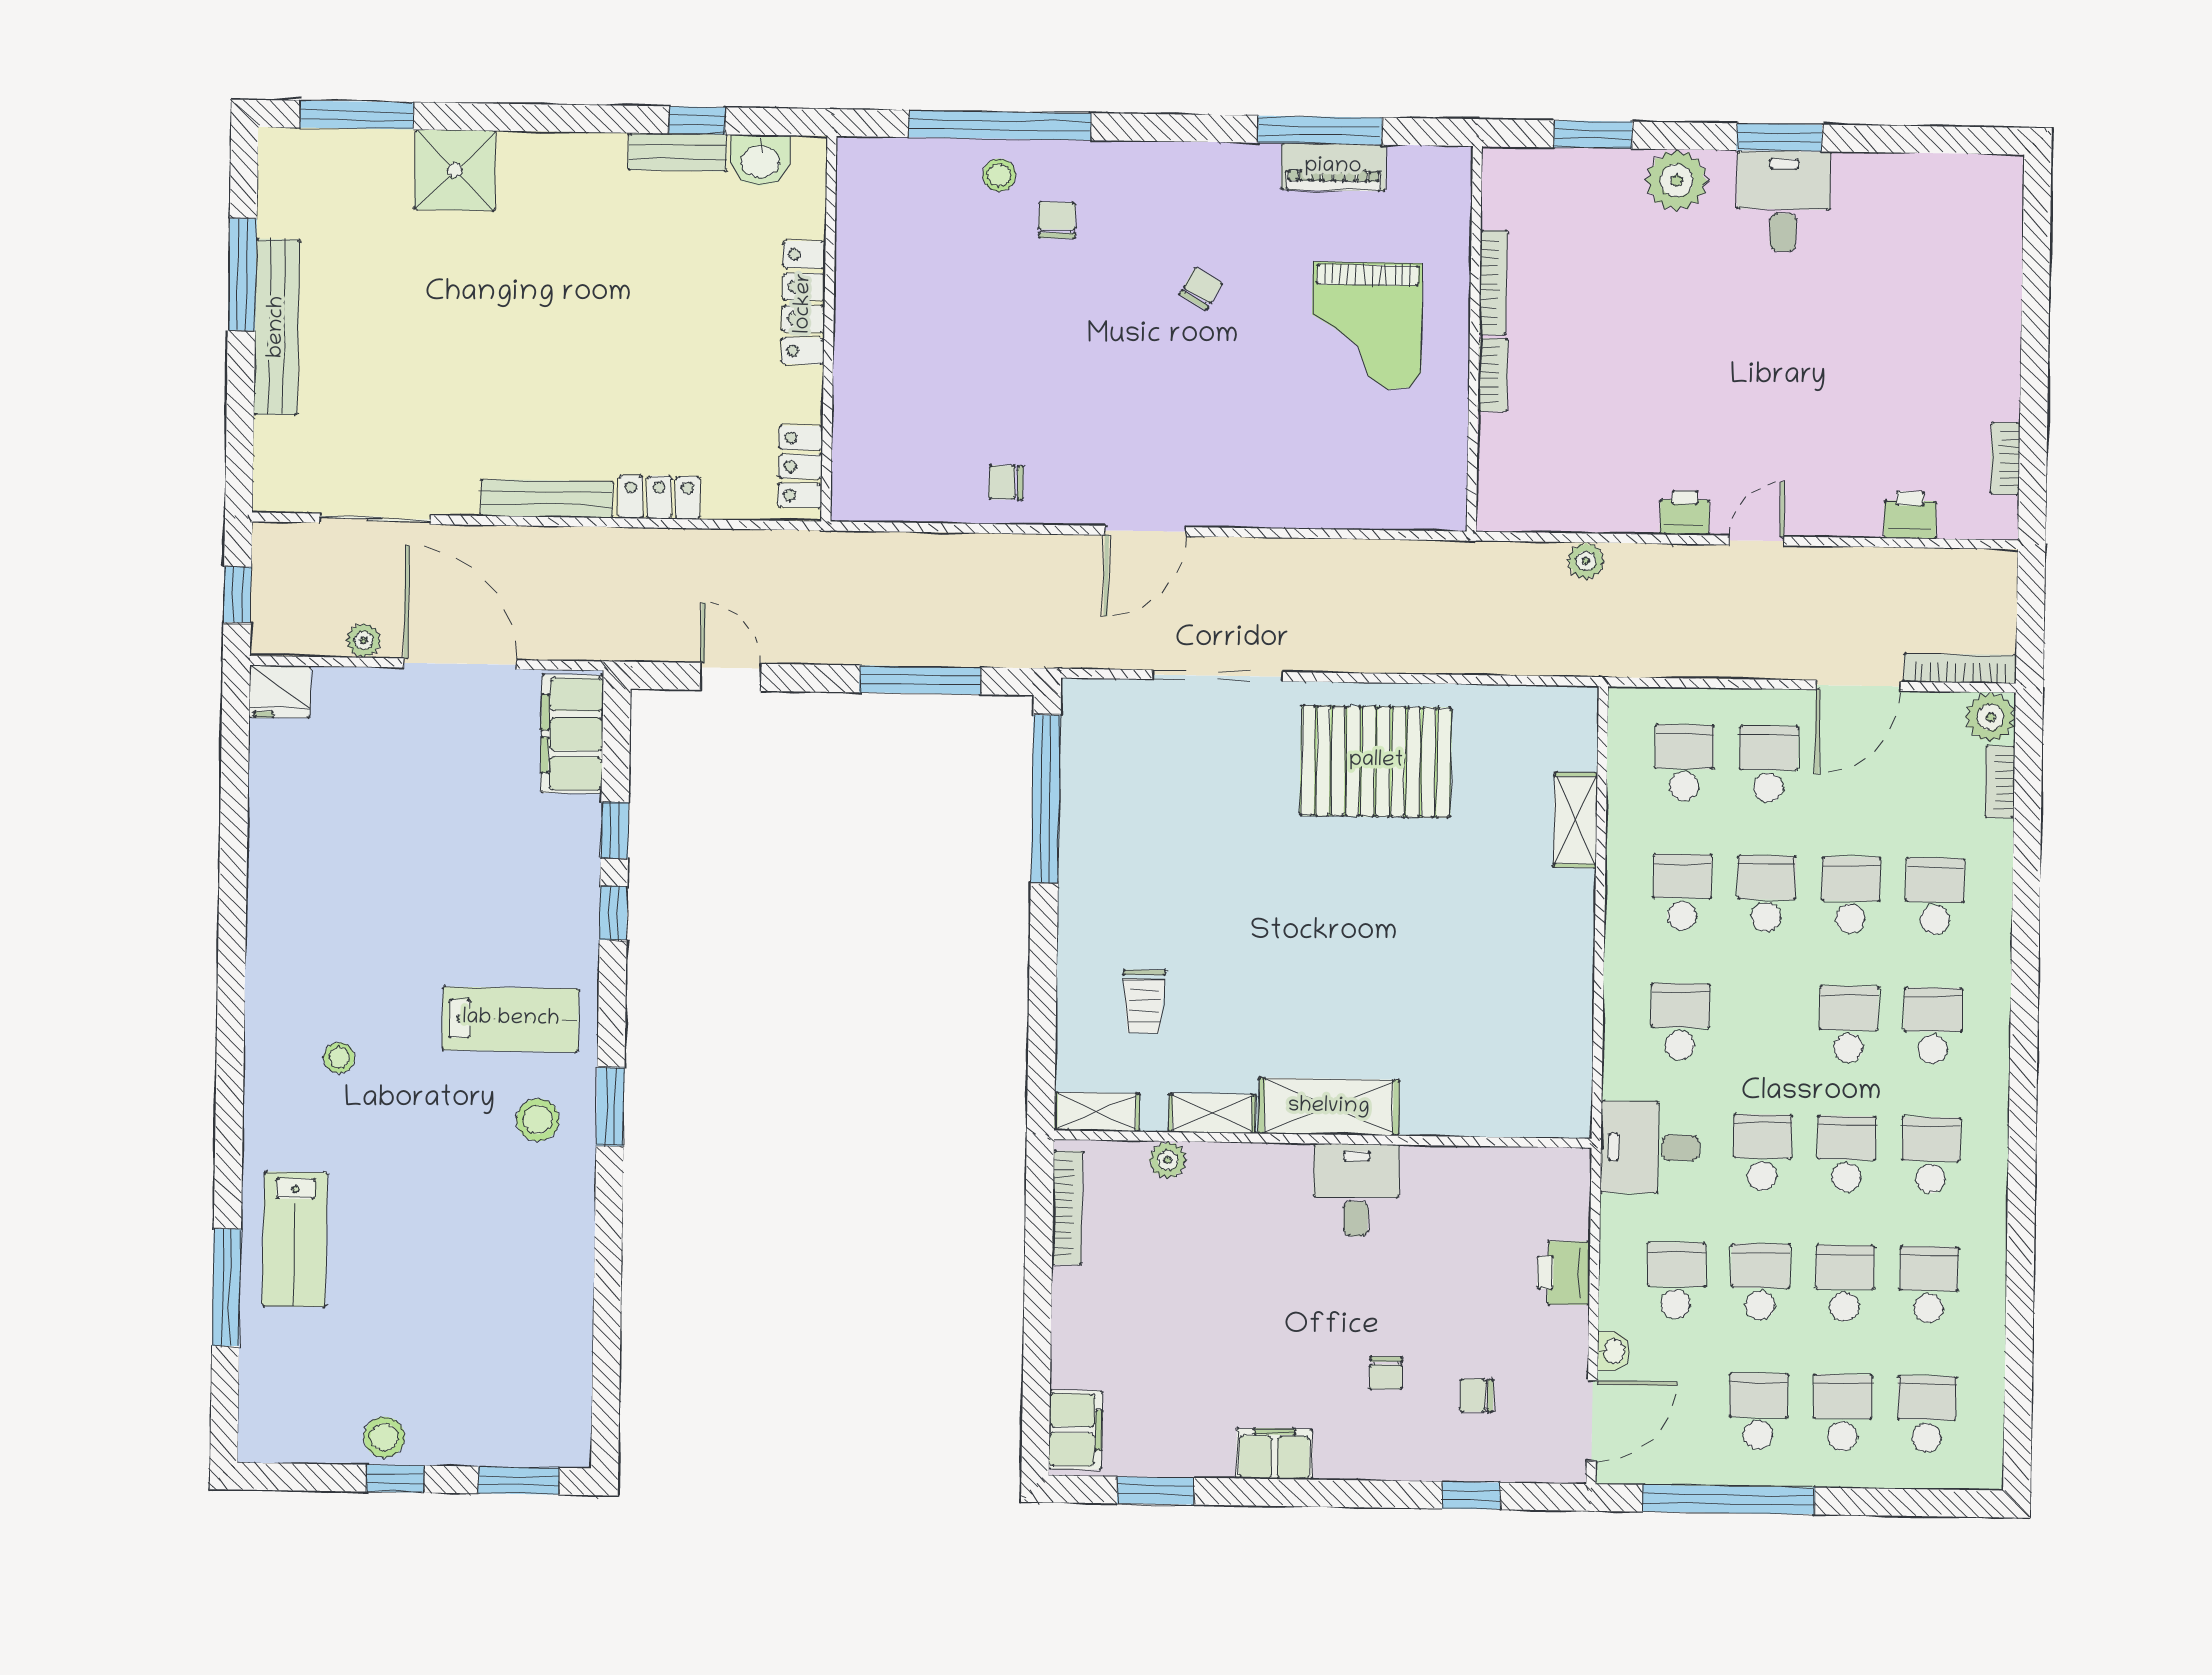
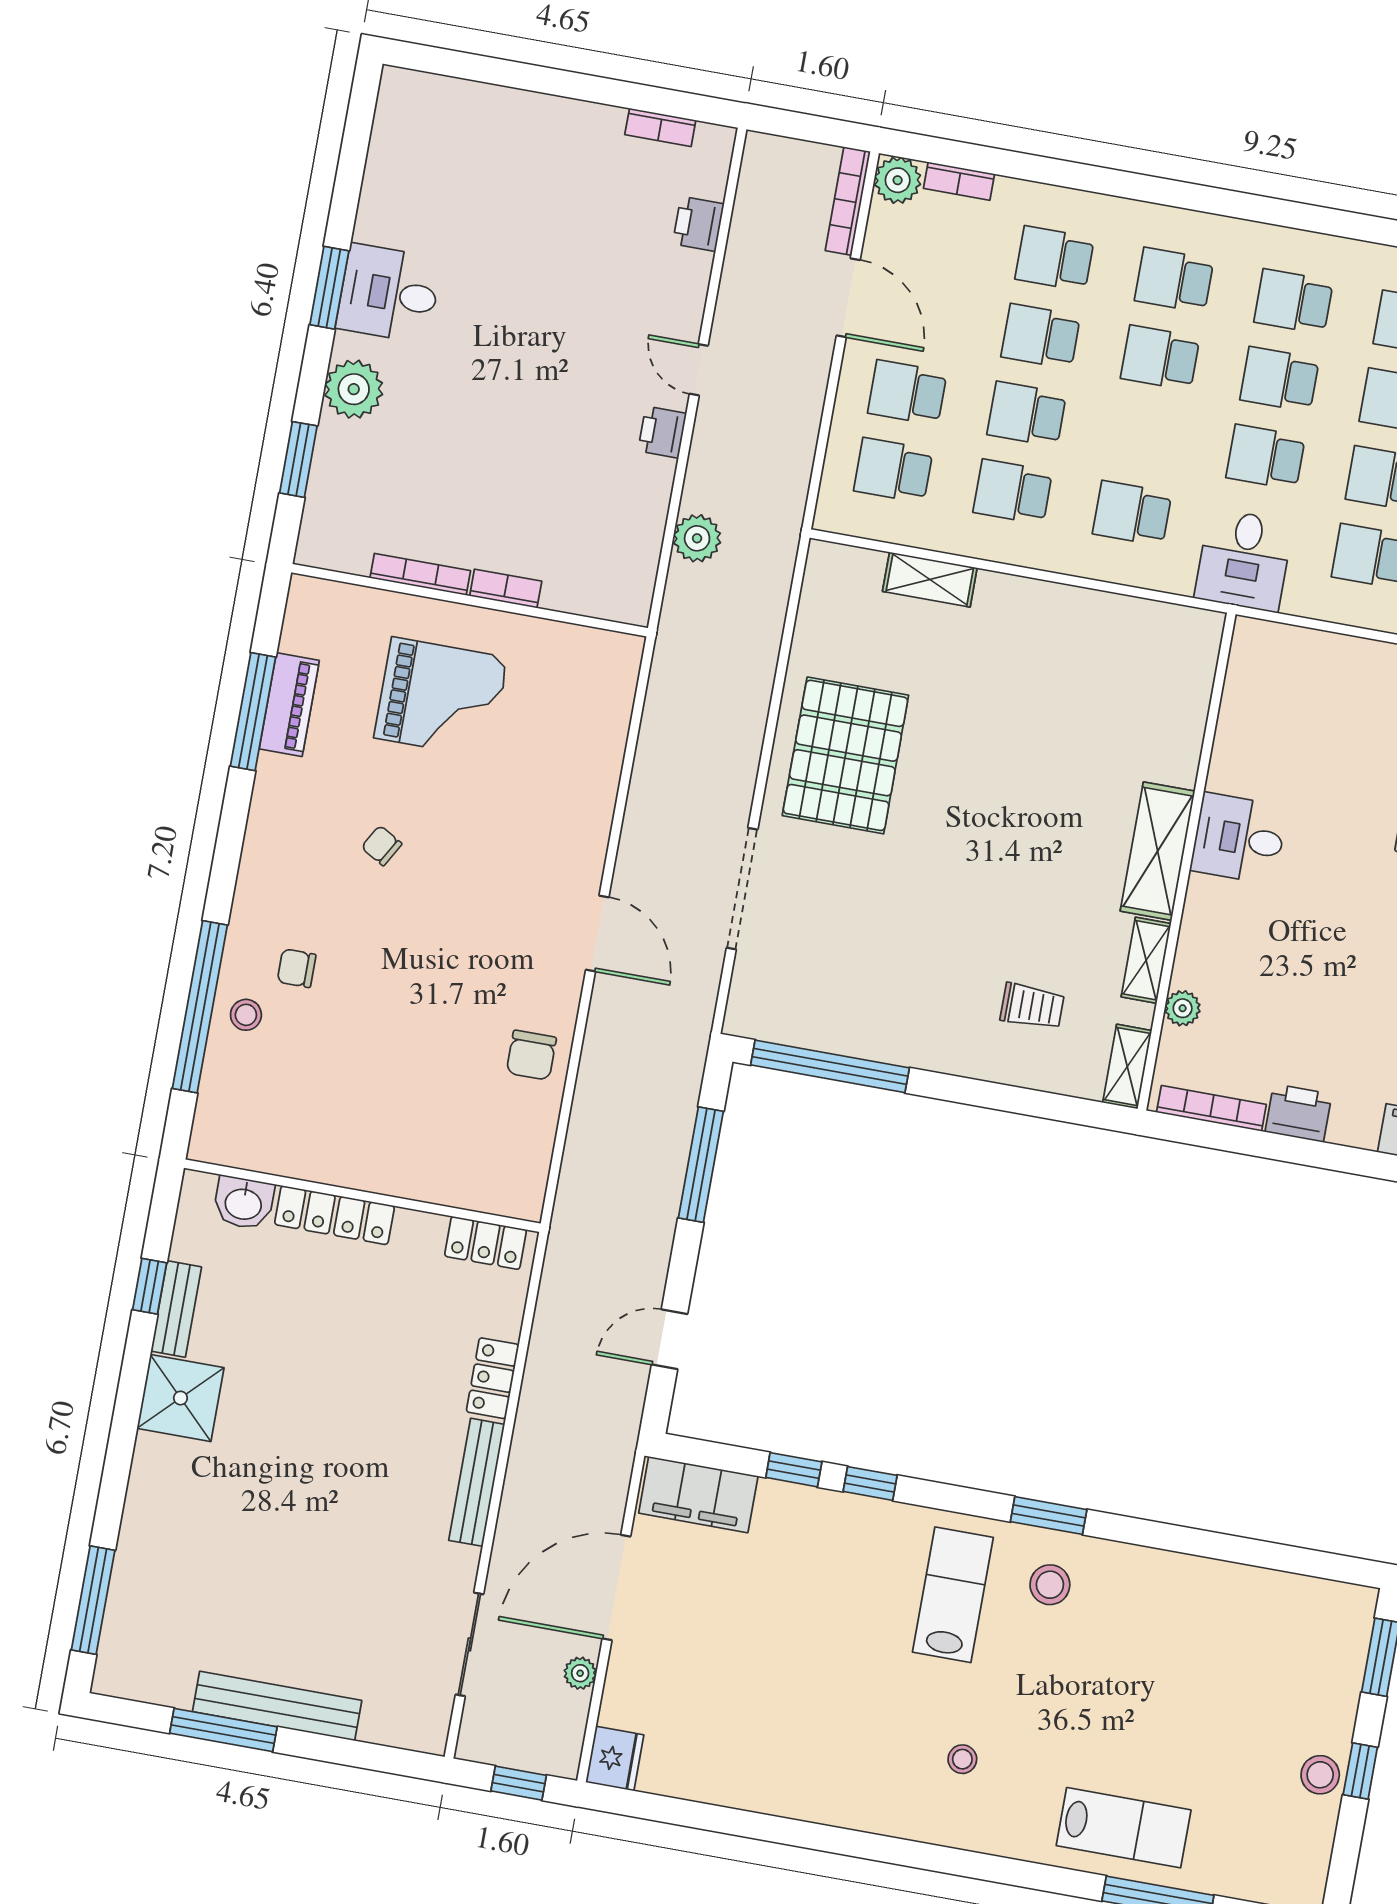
washbasin: (760, 160) -> (243, 1203), moved, turned 90
shower: (455, 170) -> (180, 1398), moved
chair: (1006, 482) -> (531, 1055), width x1.37, depth x1.37
plant: (1586, 561) -> (697, 538), width x1.38, depth x1.38
printer: (1564, 1273) -> (1299, 1113), moved, turned 180

